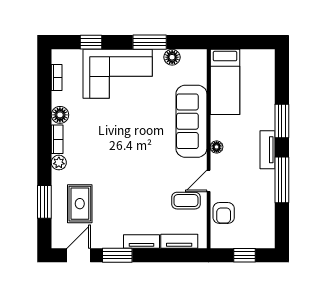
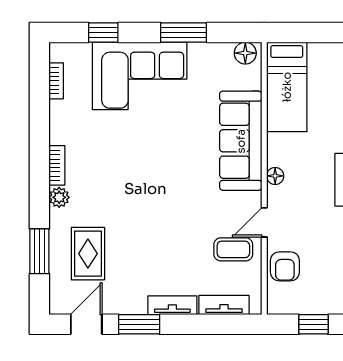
floor lamp: (172, 57) -> (245, 53), moved
floor lamp: (60, 115) -> (61, 132), removed

